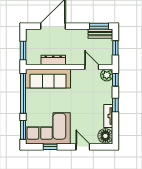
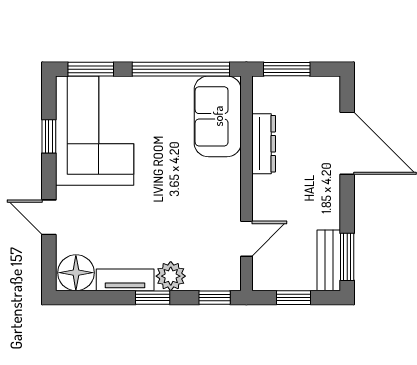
plant: (107, 75) -> (171, 276), moved
sofa: (48, 79) -> (218, 116), width x0.73
door: (83, 147) -> (49, 217), swing flipped

